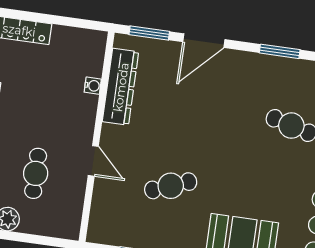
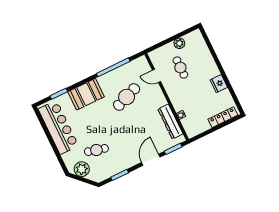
door: (93, 161) -> (157, 76), moved
cafe table: (171, 186) -> (127, 97), width x1.37, depth x1.35

